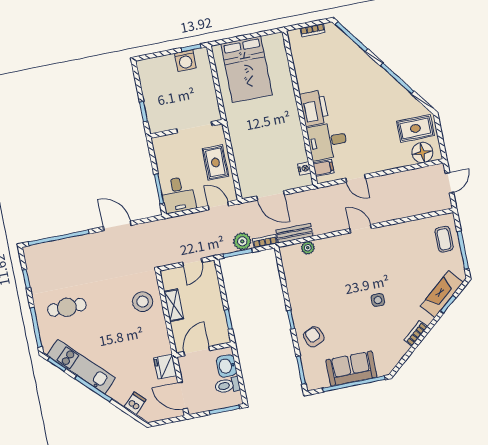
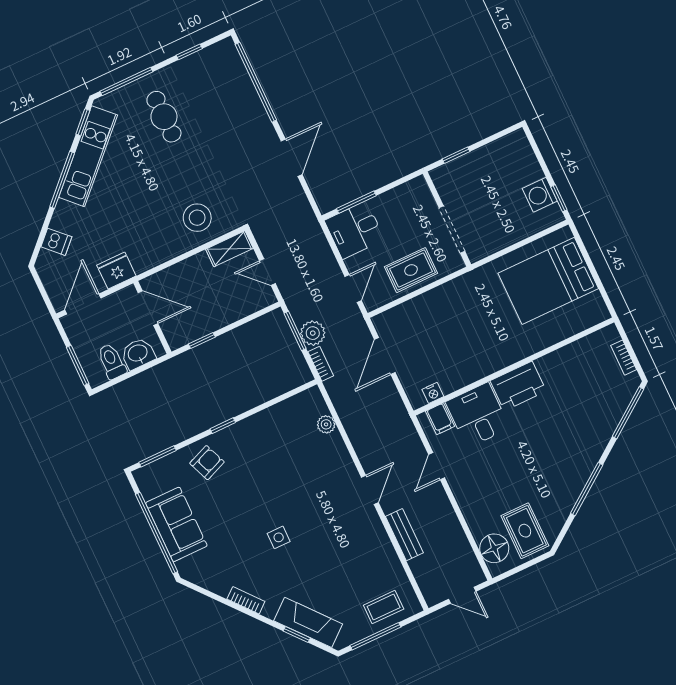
bench: (294, 233) -> (404, 535), moved
shelving: (174, 305) -> (229, 249), moved

